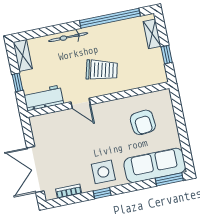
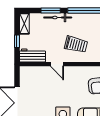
window: (56, 29) -> (51, 11), added

